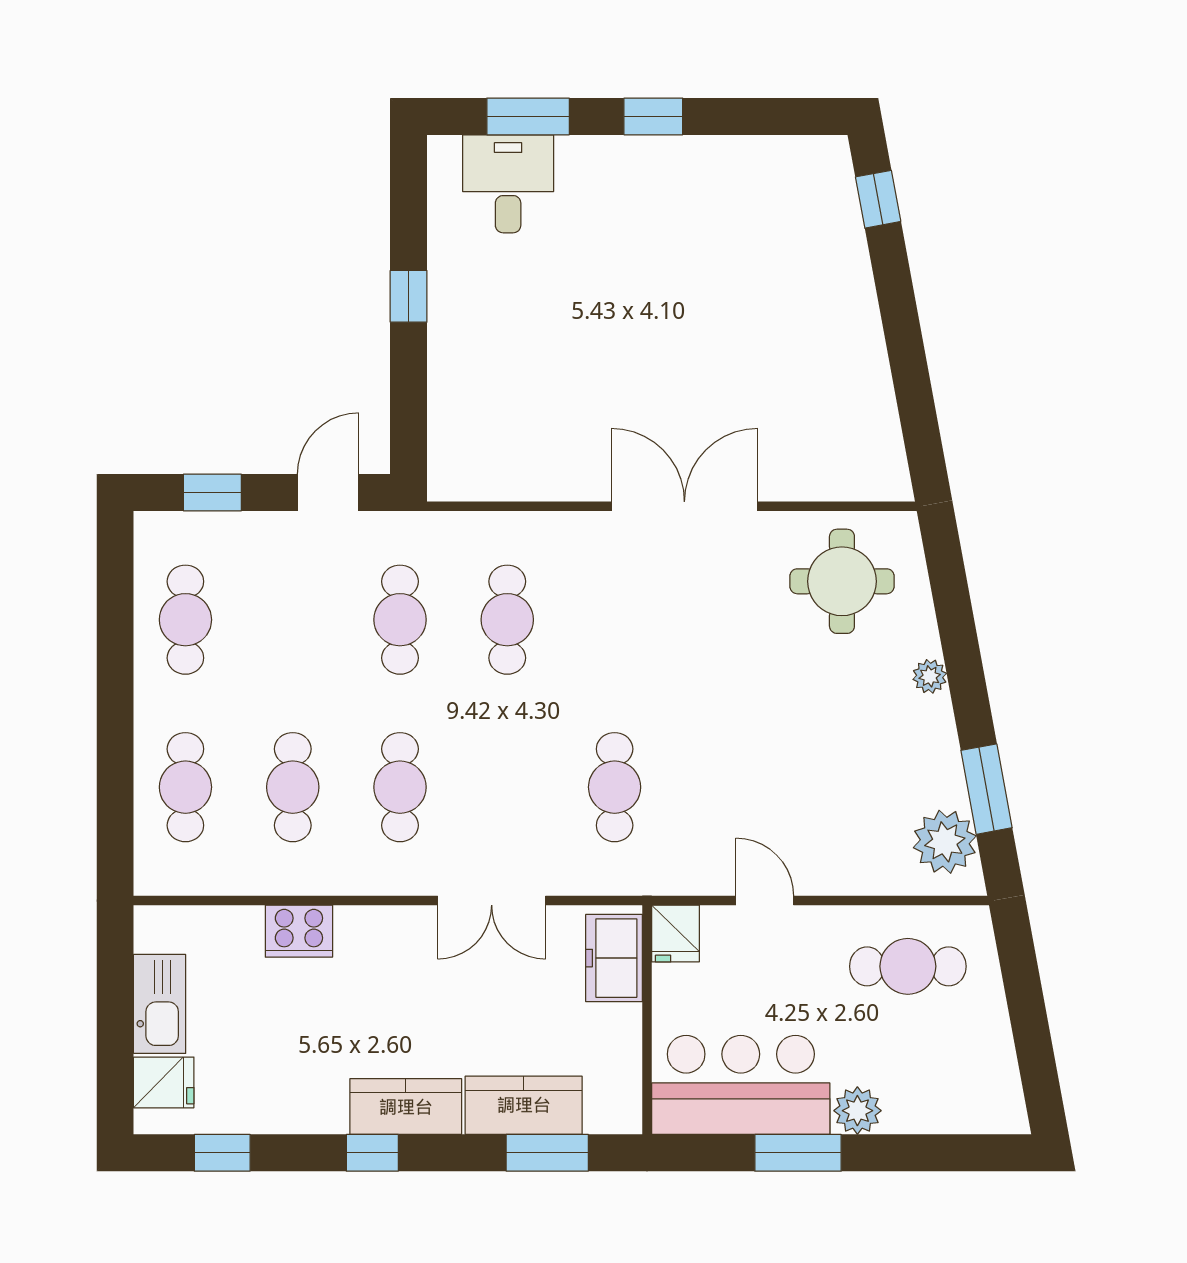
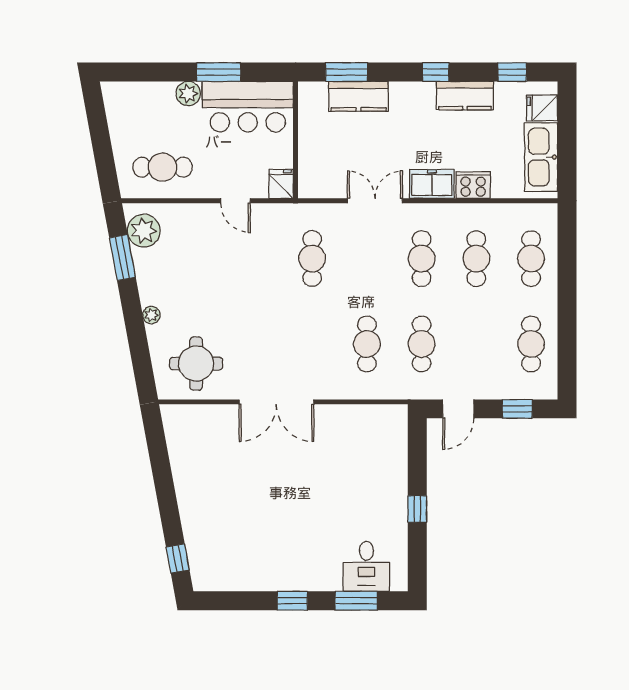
freezer: (614, 958) -> (432, 184), moved, turned -90
kitchen sink: (160, 1004) -> (541, 157), width x1.36, depth x1.24
kitchen counter: (406, 1107) -> (465, 96), moved

